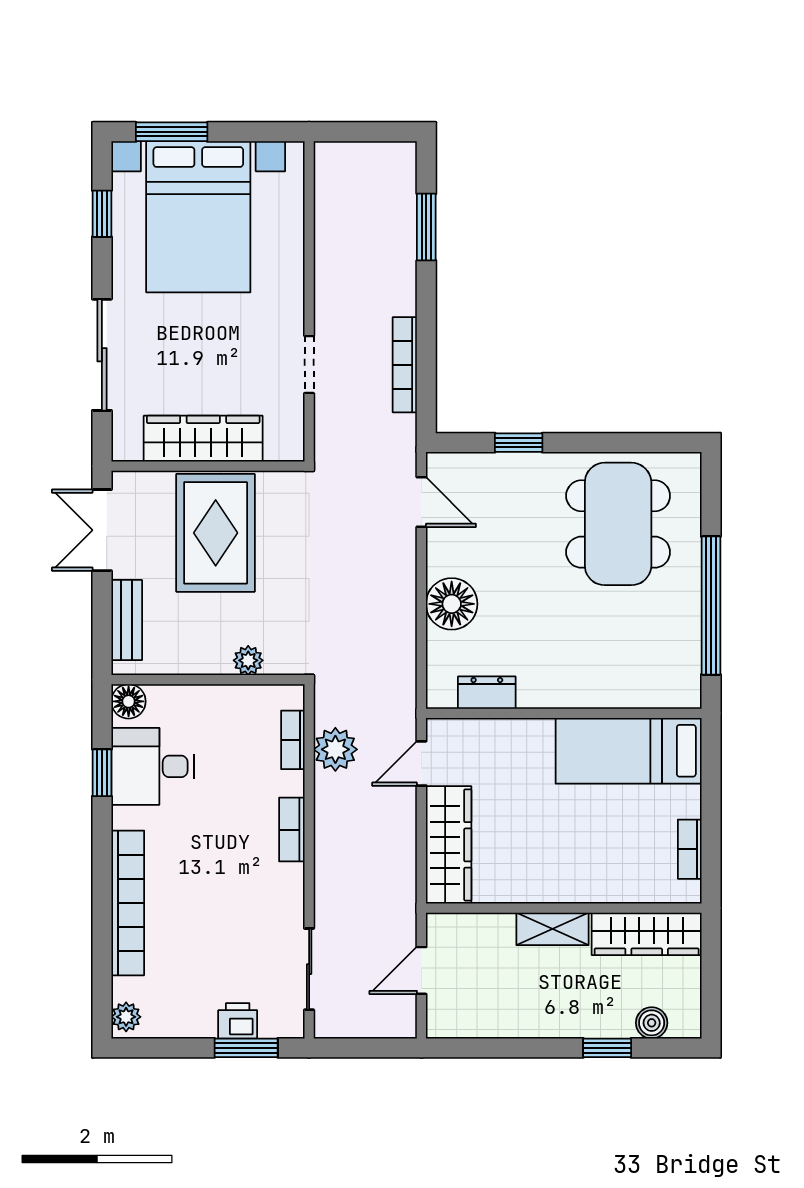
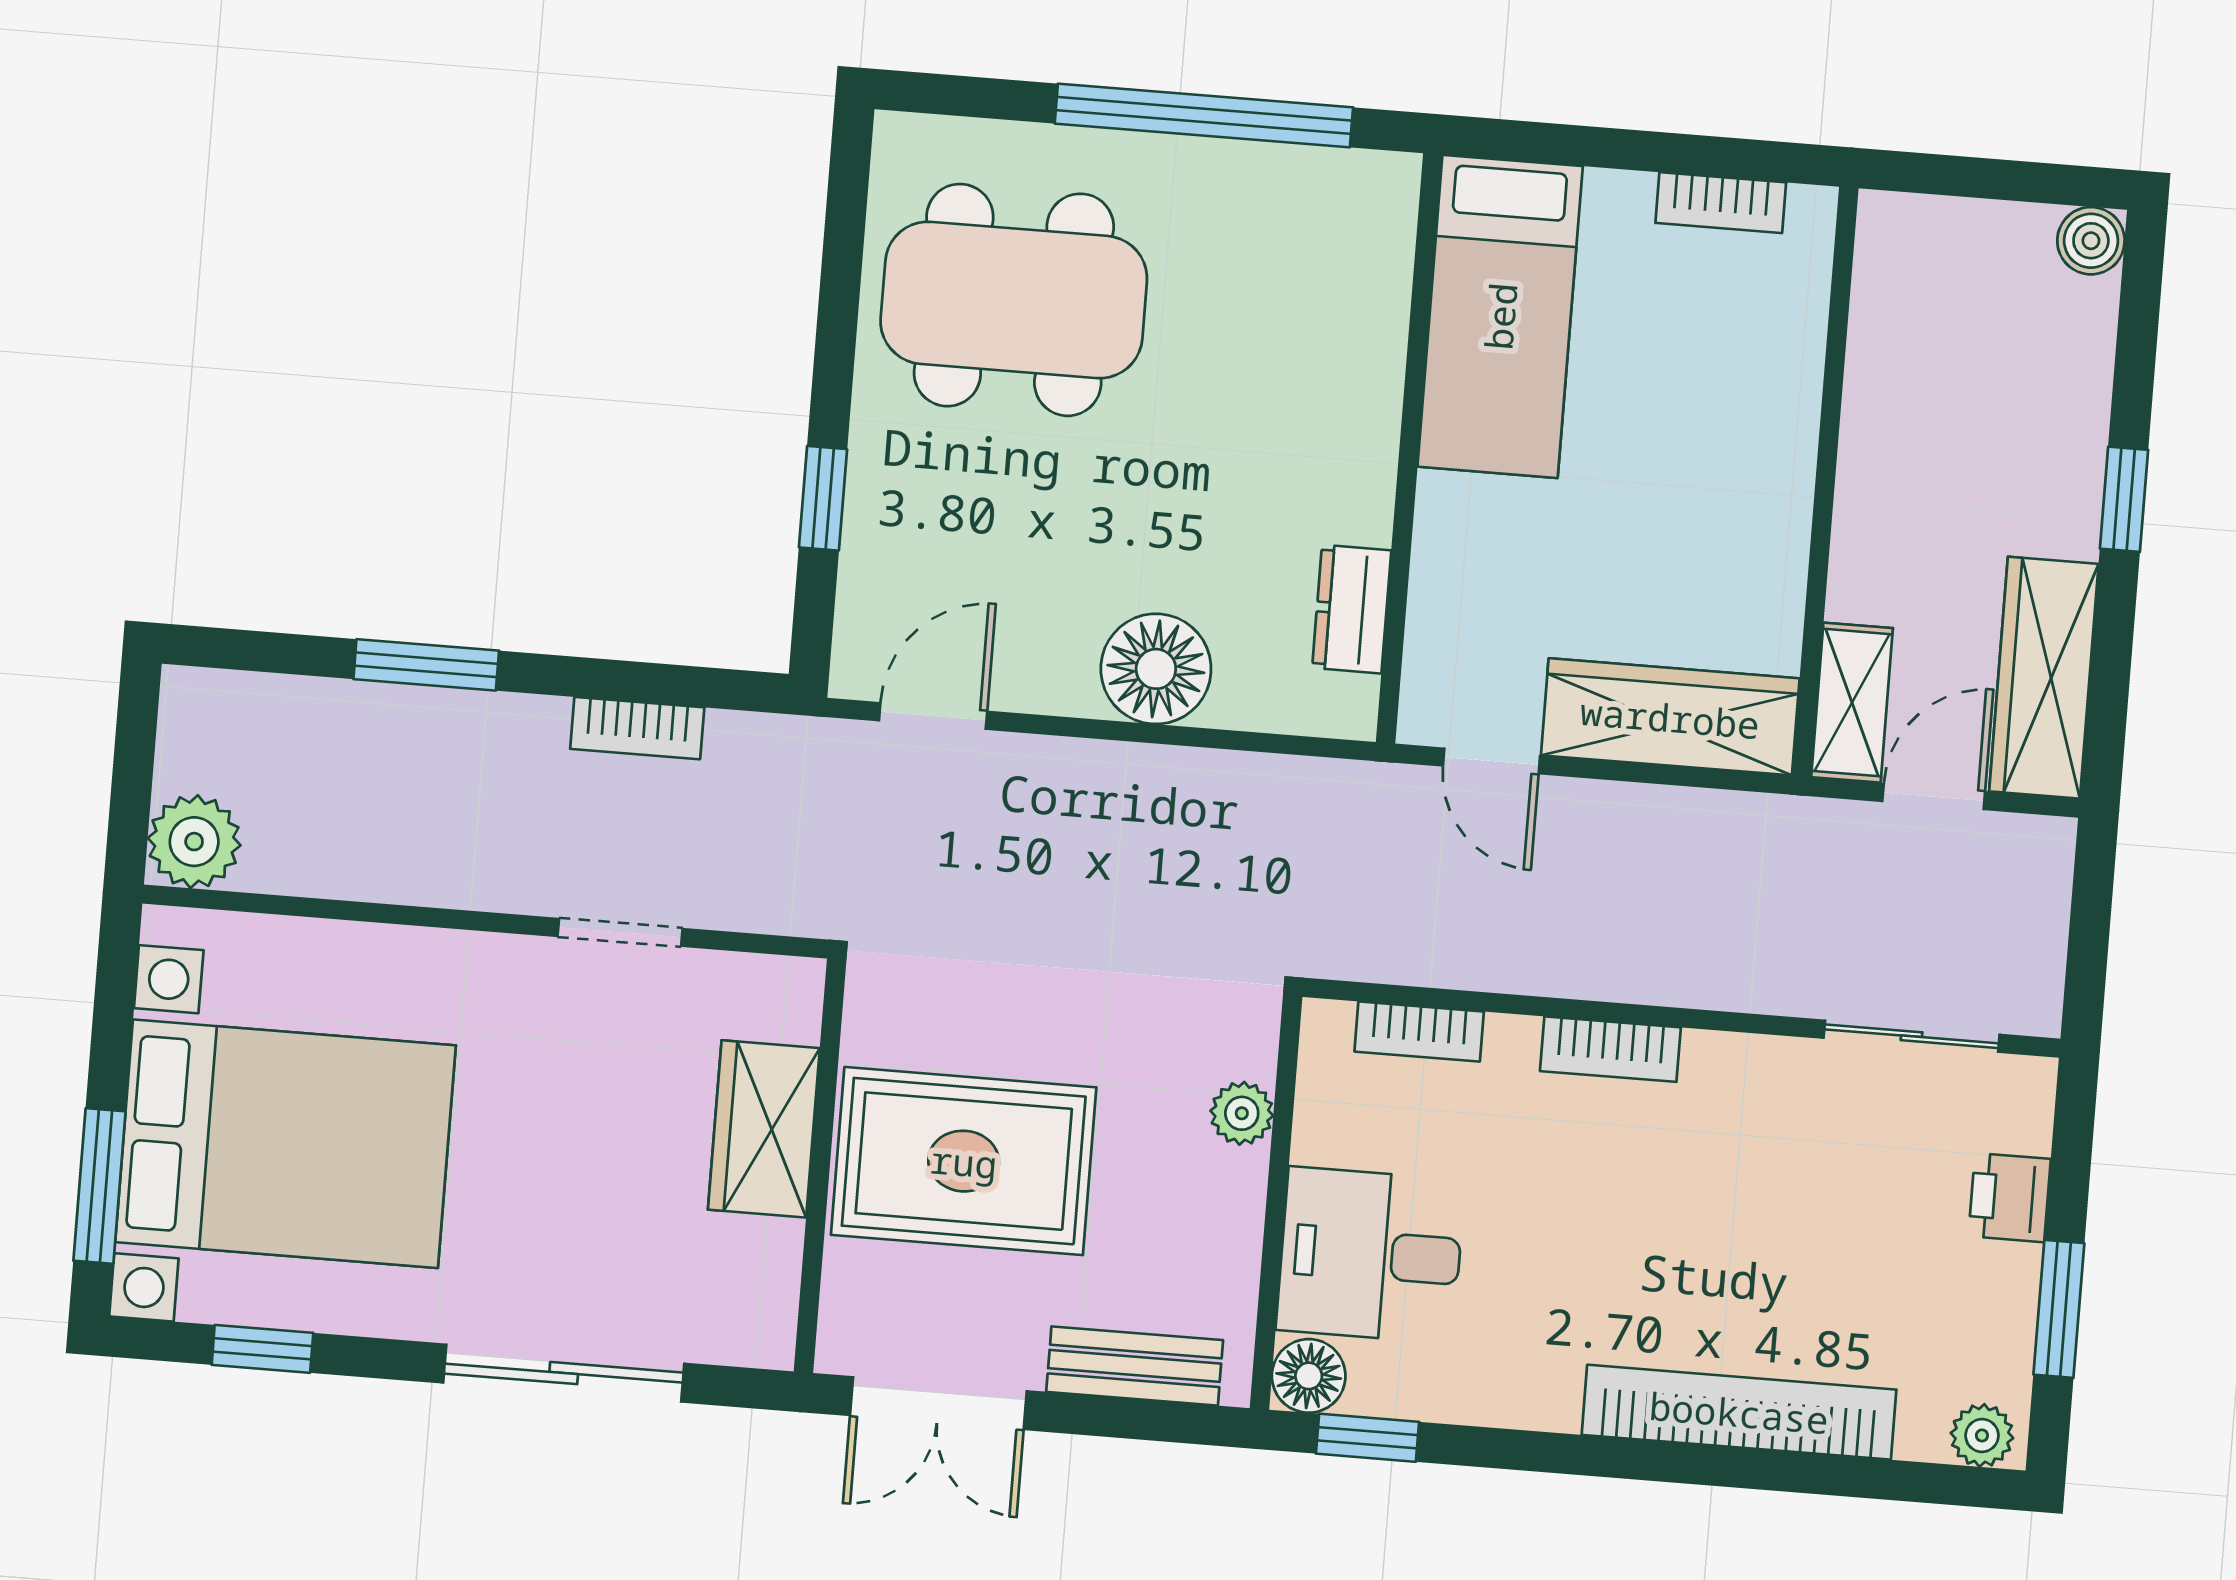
window: (426, 227) -> (426, 665), moved
bookcase: (405, 365) -> (637, 728), width x0.64
wardrobe: (203, 439) -> (764, 1129), width x0.67
plant: (335, 749) -> (194, 842), moved
desk: (153, 766) -> (1371, 1255), moved, turned 90
window: (102, 773) -> (1368, 1438), moved
shelving: (553, 929) -> (1852, 703), moved
wardrobe: (647, 934) -> (2044, 678), moved, turned 180
door: (421, 970) -> (1934, 797), swing flipped
boiler: (652, 1023) -> (2091, 241), moved
window: (246, 1048) -> (2059, 1309), moved
window: (607, 1048) -> (2124, 499), moved

